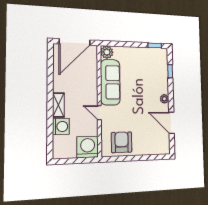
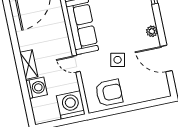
side table: (134, 116) -> (118, 60), added
armchair: (122, 142) -> (109, 93), turned 90

